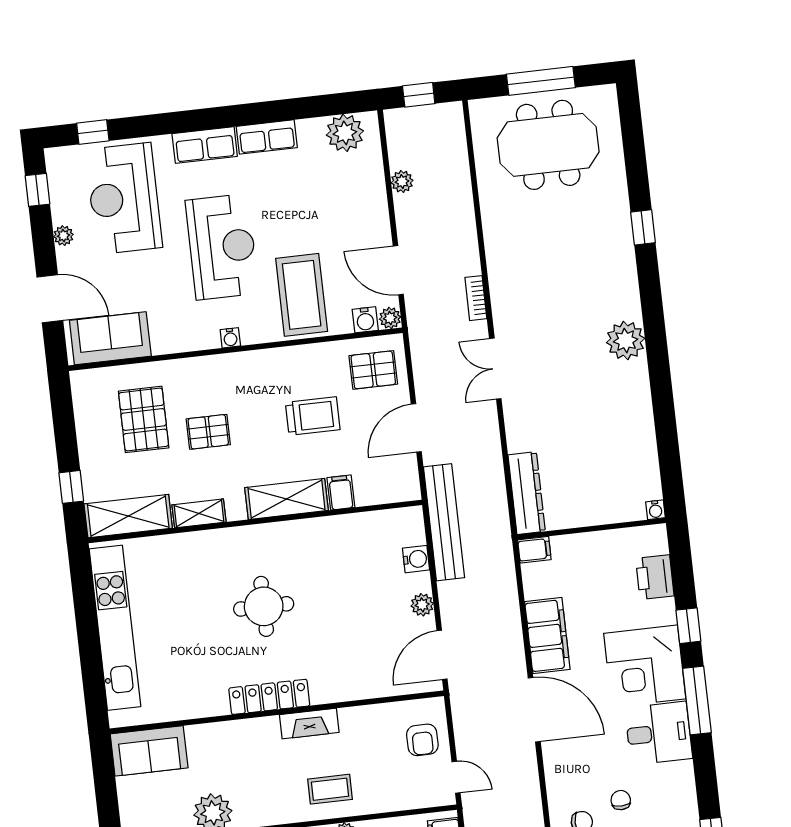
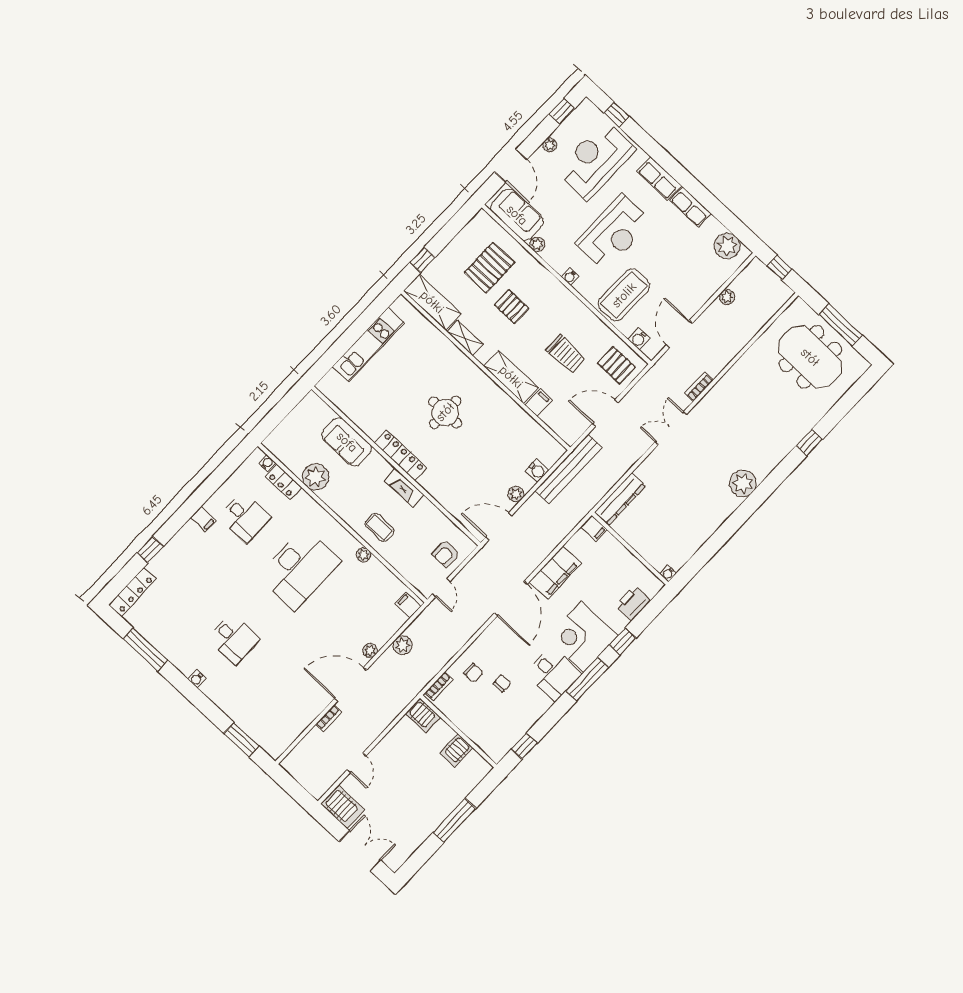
plant: (390, 318) -> (537, 244), moved
kitchen unit: (115, 628) -> (369, 345), width x0.73
sofa: (149, 751) -> (347, 442), moved

